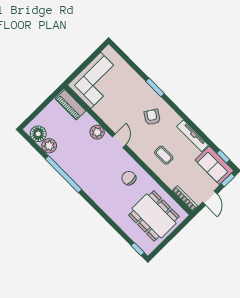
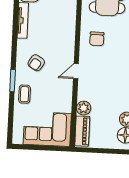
plant: (97, 132) -> (84, 108), moved
coffee table: (164, 155) -> (25, 94), moved

